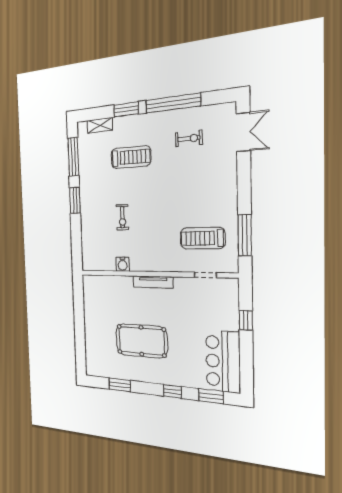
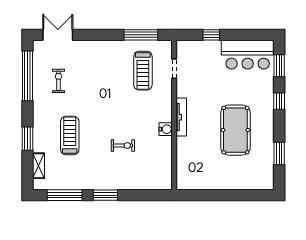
window: (173, 103) -> (27, 76), moved
water cooler: (123, 264) -> (166, 129), moved

